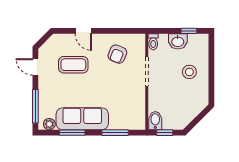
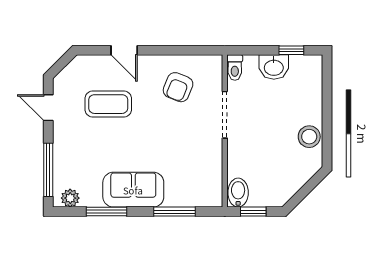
stool: (189, 72) -> (309, 137), moved
sofa: (82, 119) -> (133, 190), width x0.73

